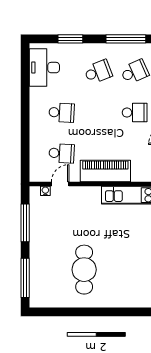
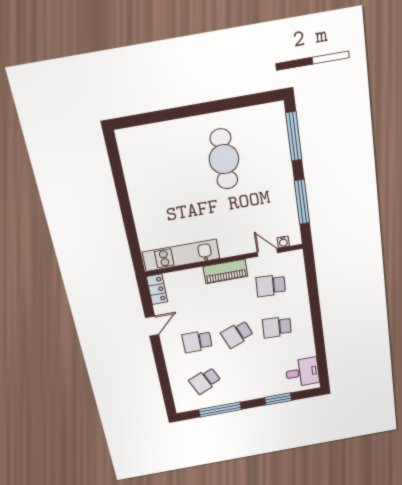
desk: (44, 68) -> (302, 372), width x0.73
school desk: (98, 72) -> (237, 334), moved
piano: (105, 171) -> (225, 271), width x0.73, depth x0.75
door: (60, 184) -> (267, 252), swing flipped

